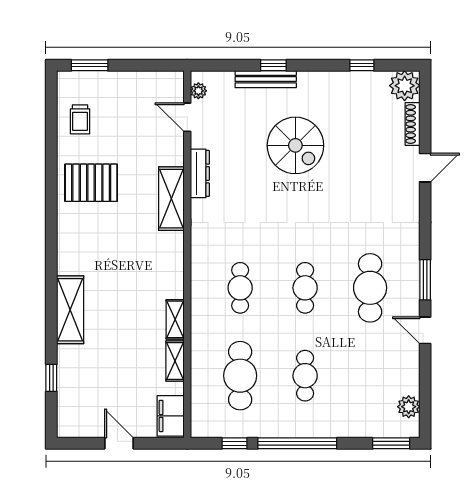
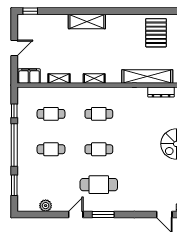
shelving: (171, 199) -> (147, 76), width x1.47
shelving: (175, 319) -> (94, 79), moved
cafe table: (240, 376) -> (51, 114), width x0.73, depth x0.74
window: (51, 378) -> (30, 11), moved
plant: (409, 407) -> (46, 206), moved
window: (391, 443) -> (14, 185), moved

